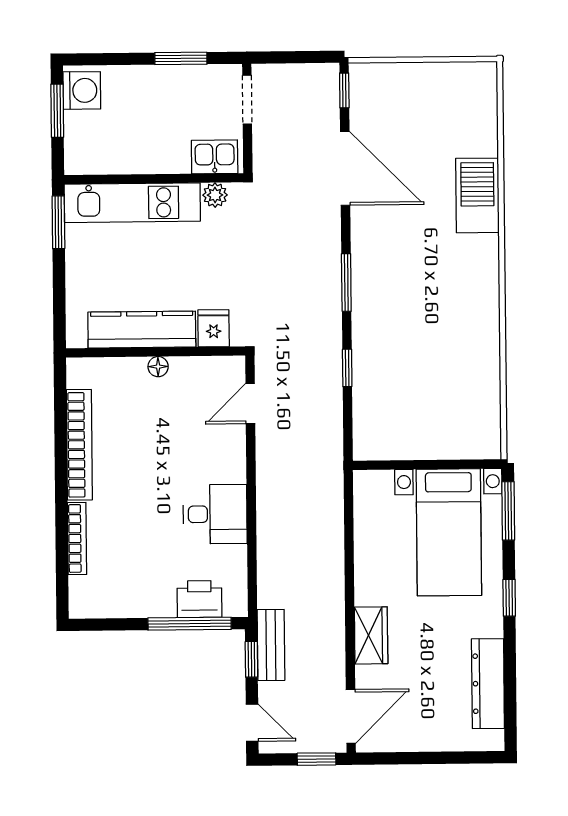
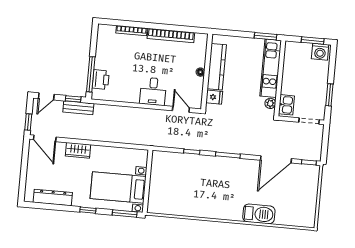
desk: (215, 514) -> (153, 91), moved

